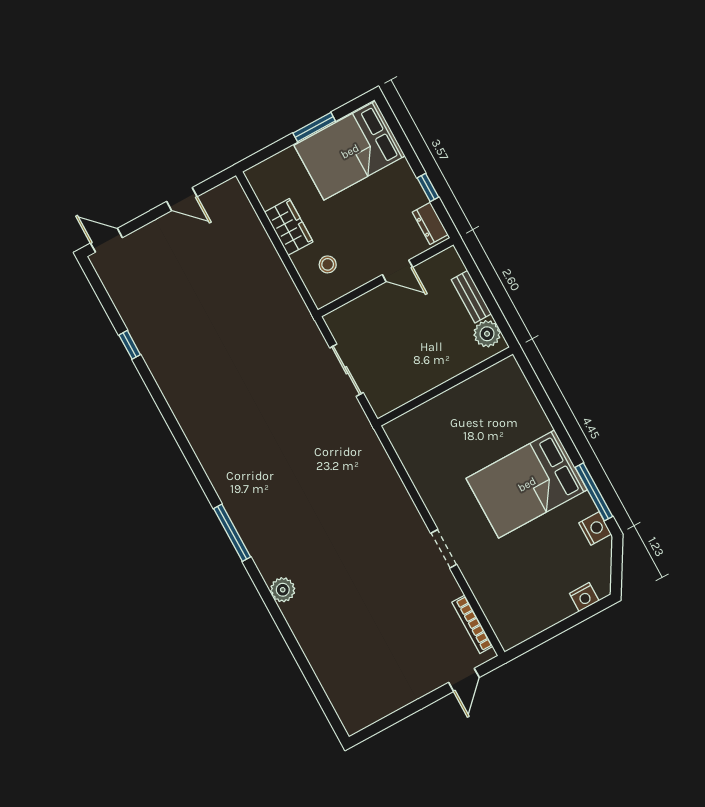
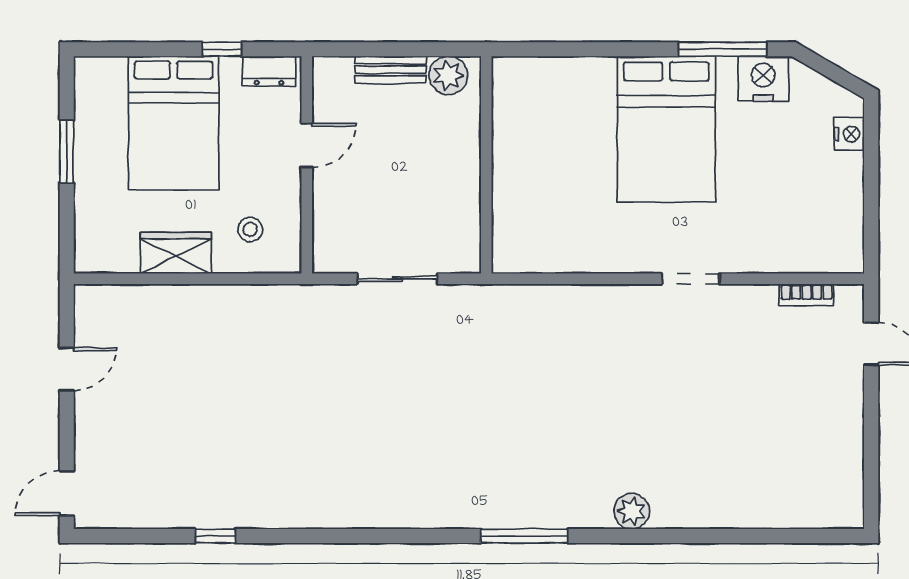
bed: (350, 151) -> (174, 123), moved
nightstand: (595, 528) -> (763, 79), width x1.36, depth x1.33
bookcase: (472, 624) -> (807, 295), width x0.64

